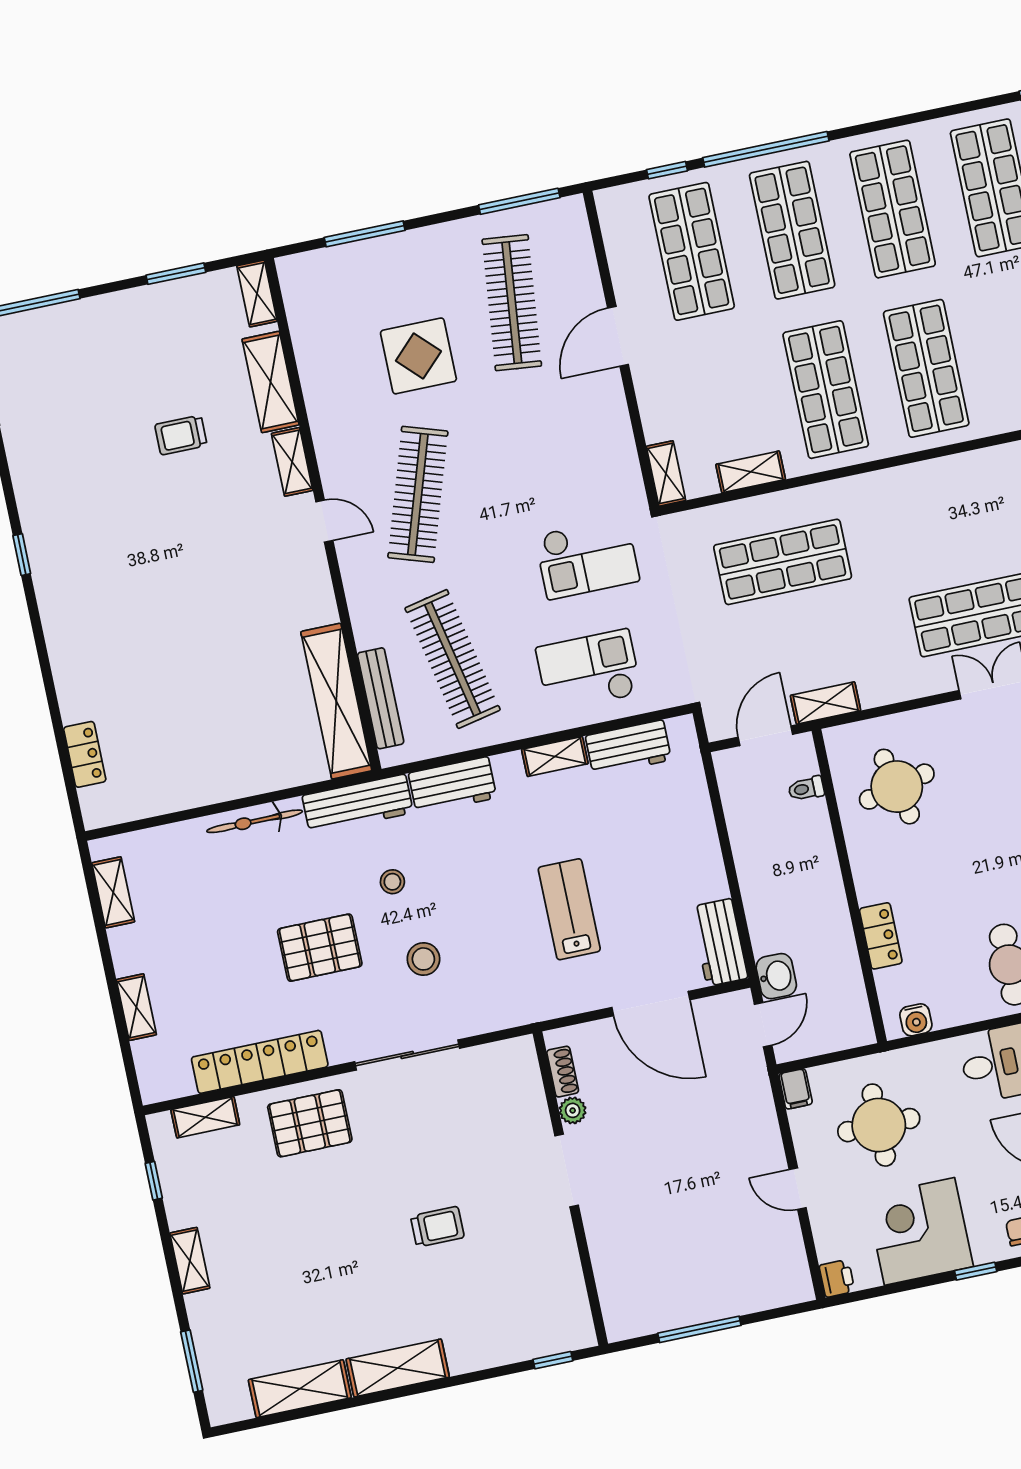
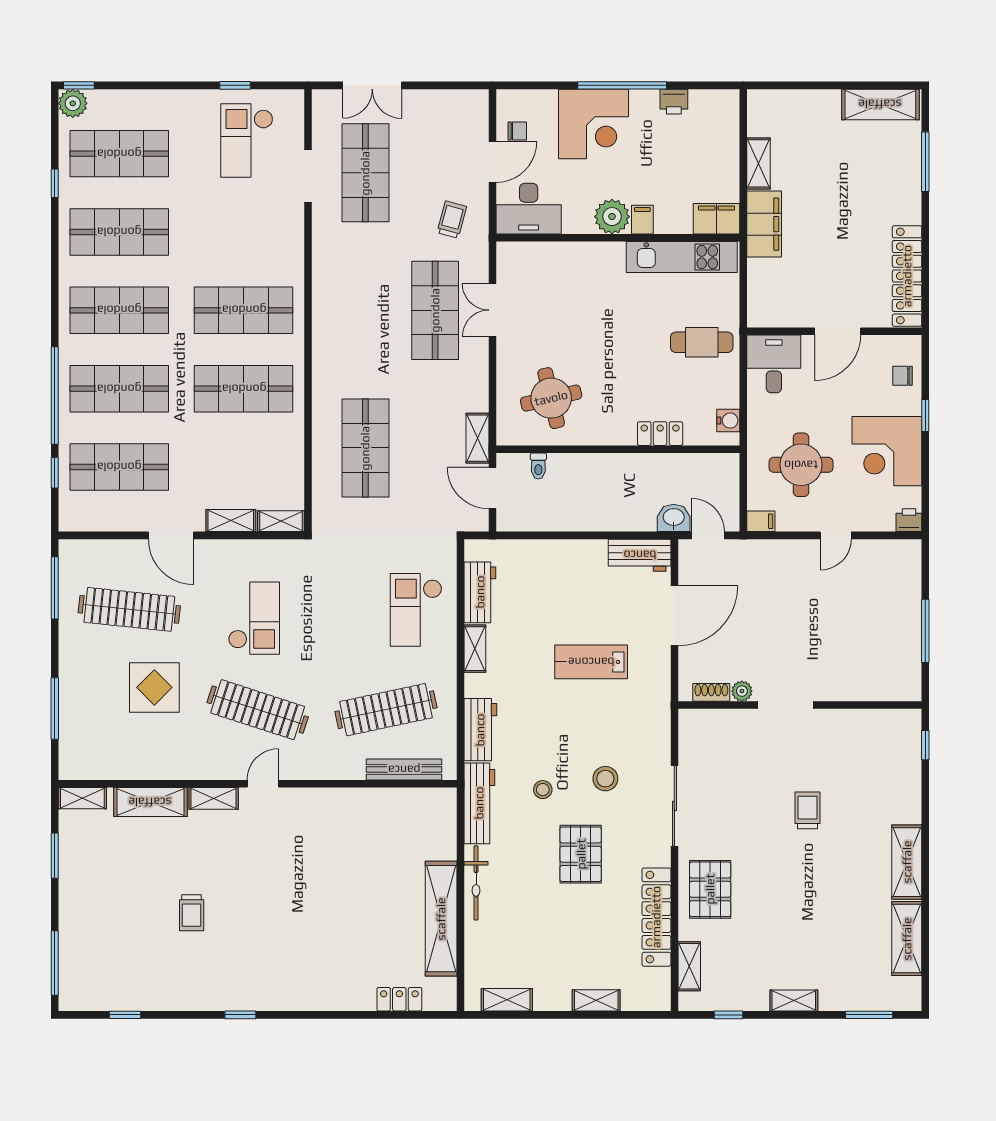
trolley: (181, 435) -> (192, 913), moved
shelving: (751, 472) -> (231, 520), moved, turned 90
checkout: (587, 558) -> (254, 618), moved
shelving: (336, 701) -> (441, 919), moved, turned 90

